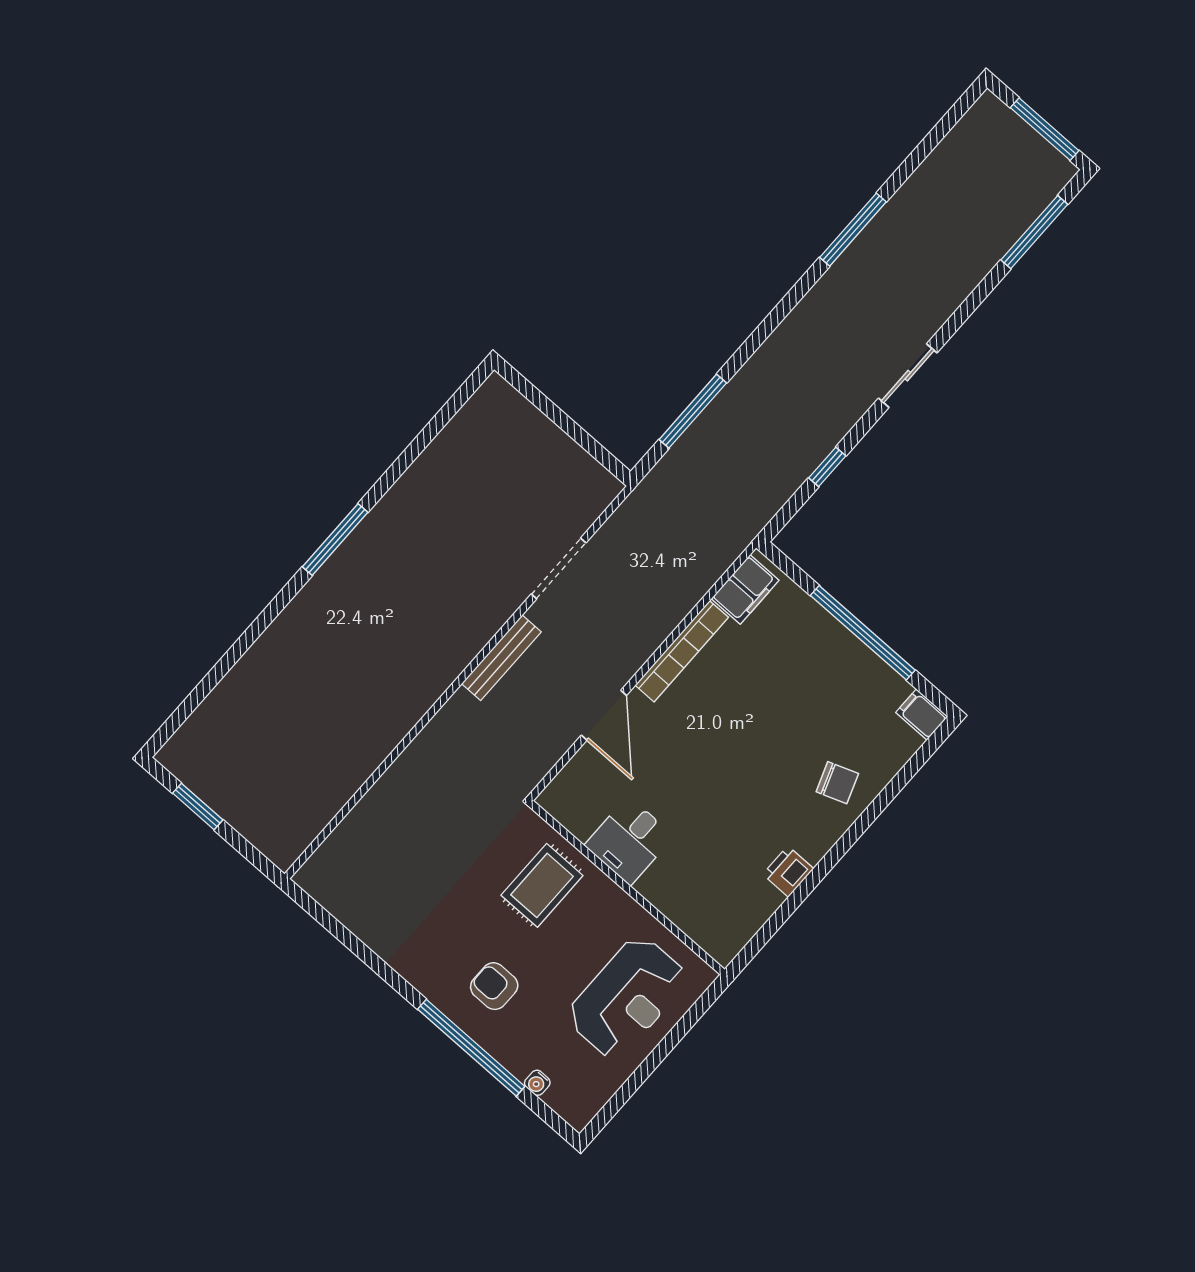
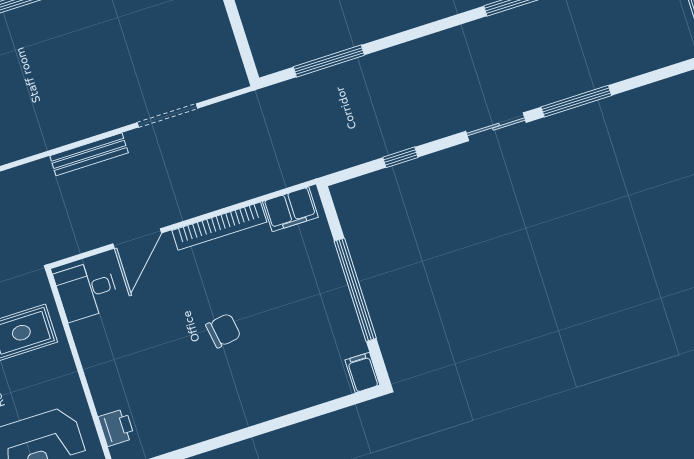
window: (1034, 232) -> (576, 101), moved
chair: (837, 783) -> (223, 331), moved, turned -79
desk: (629, 841) -> (87, 290), moved
printer: (788, 871) -> (116, 427), moved, turned 90

